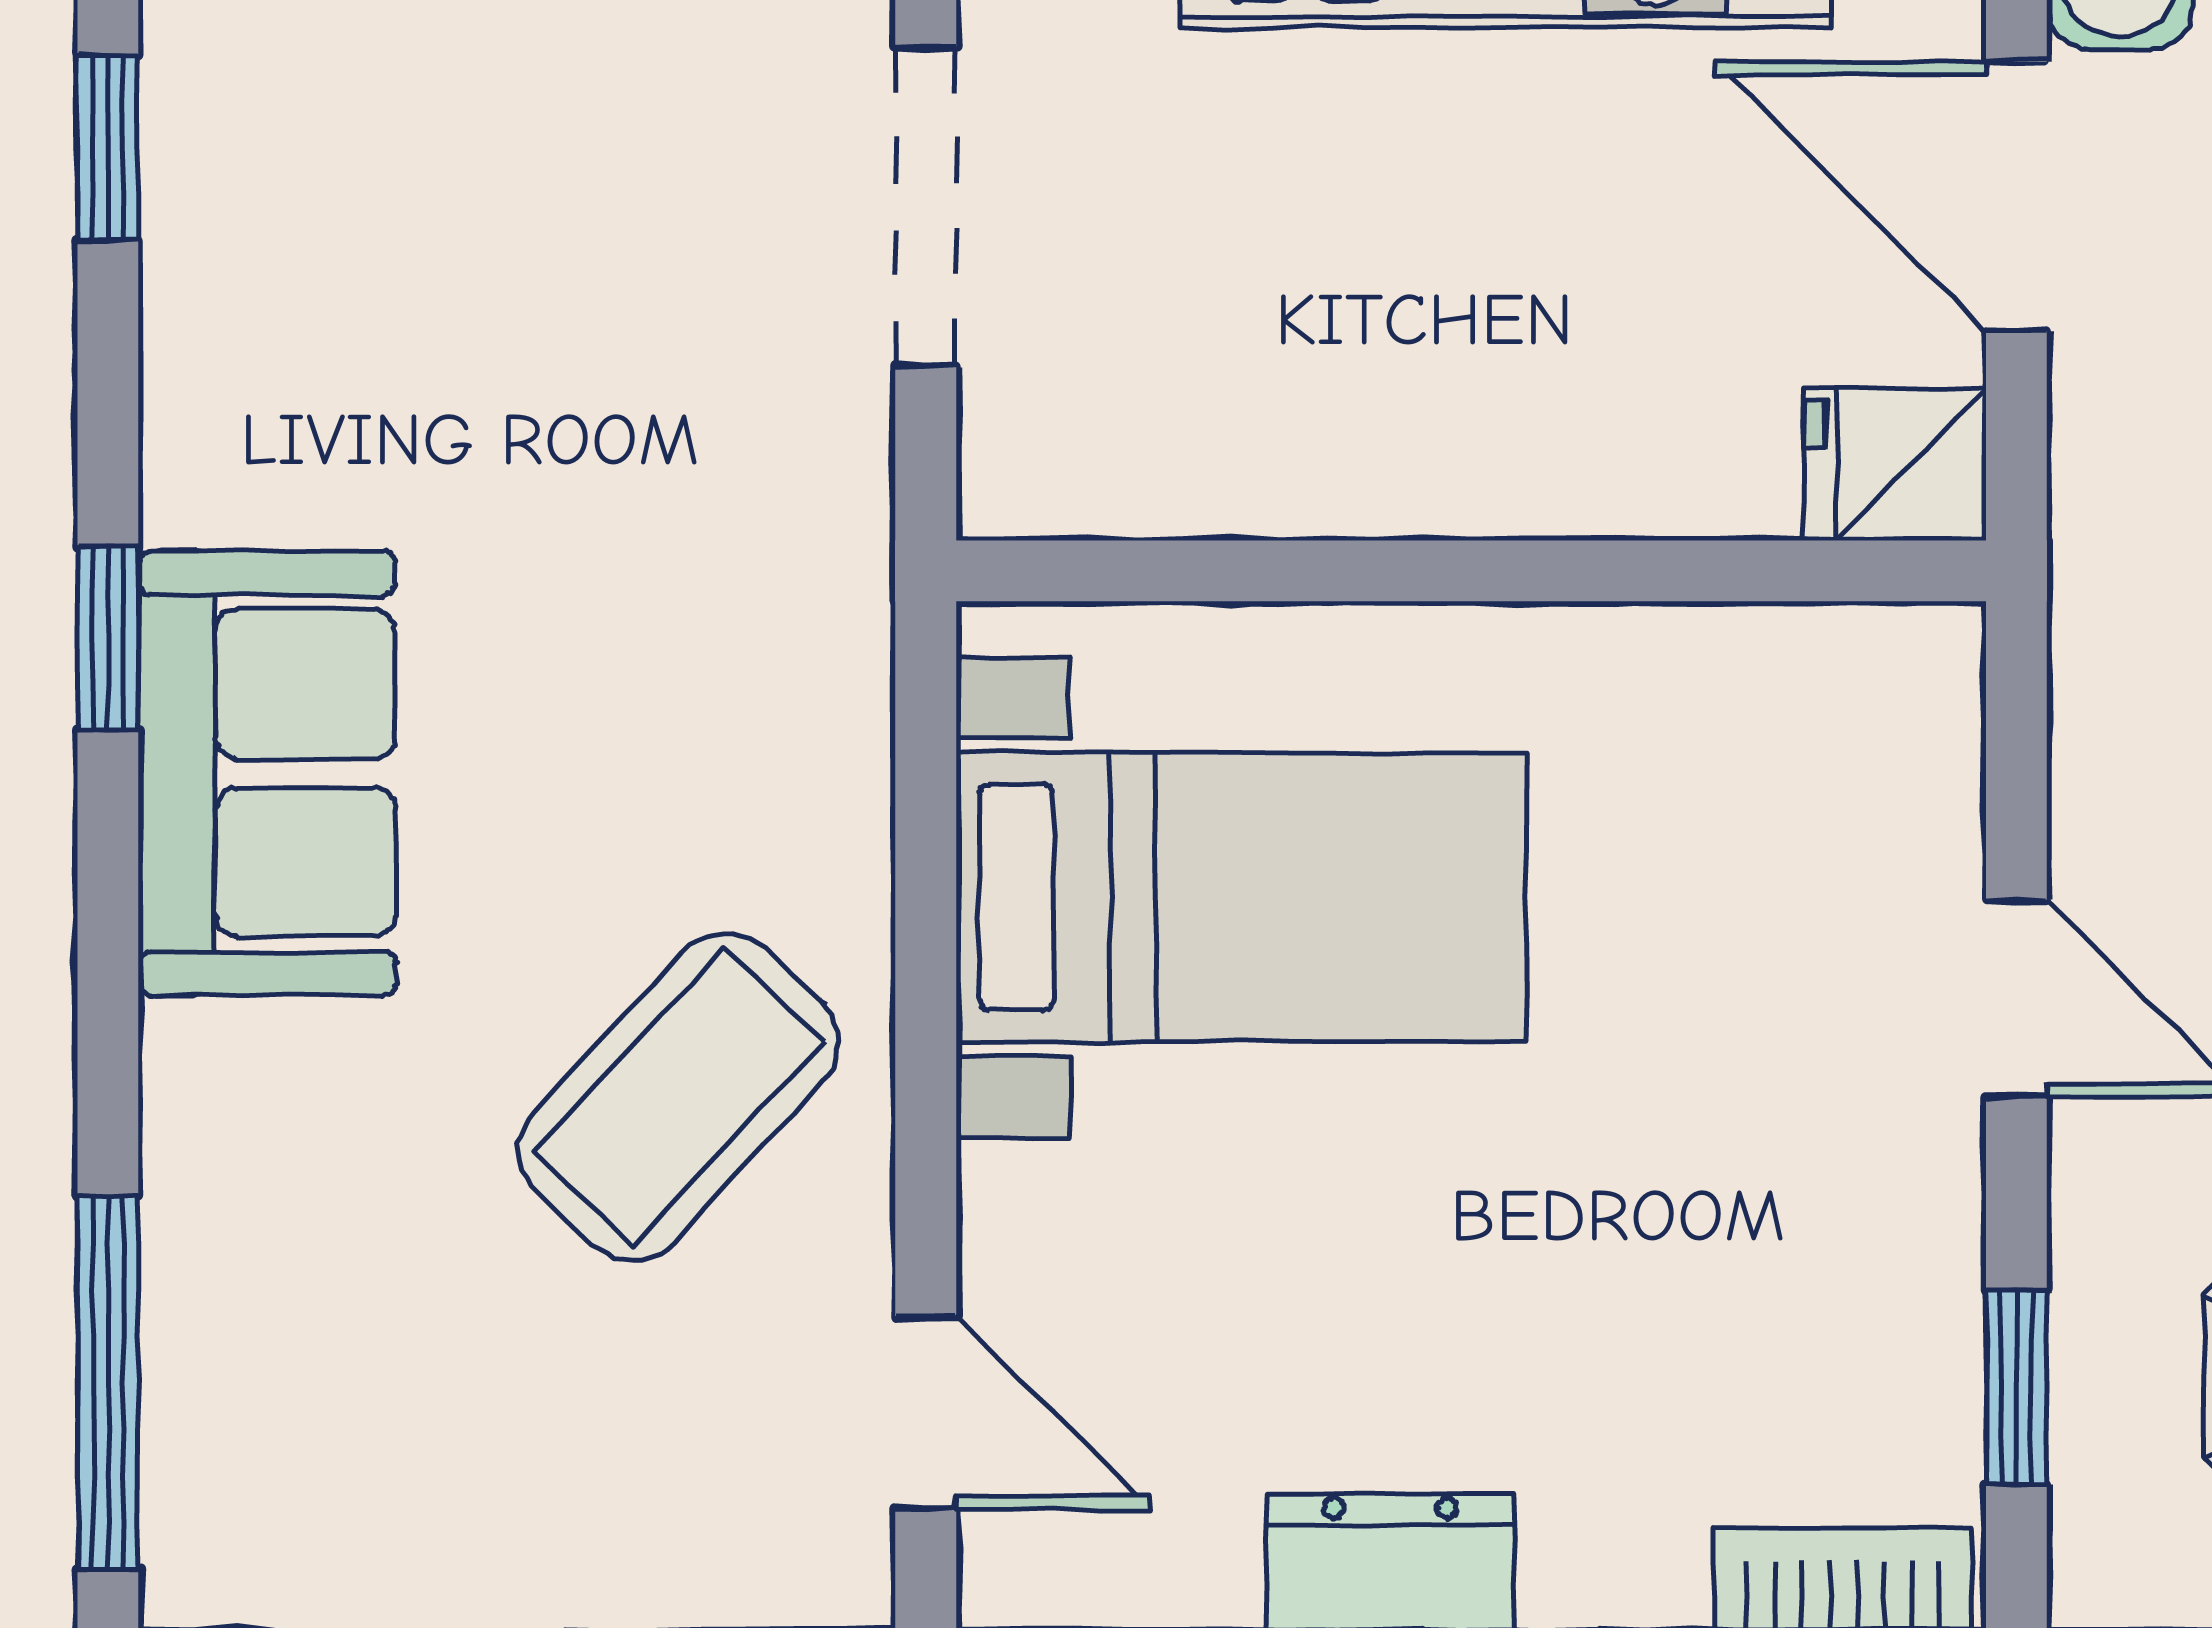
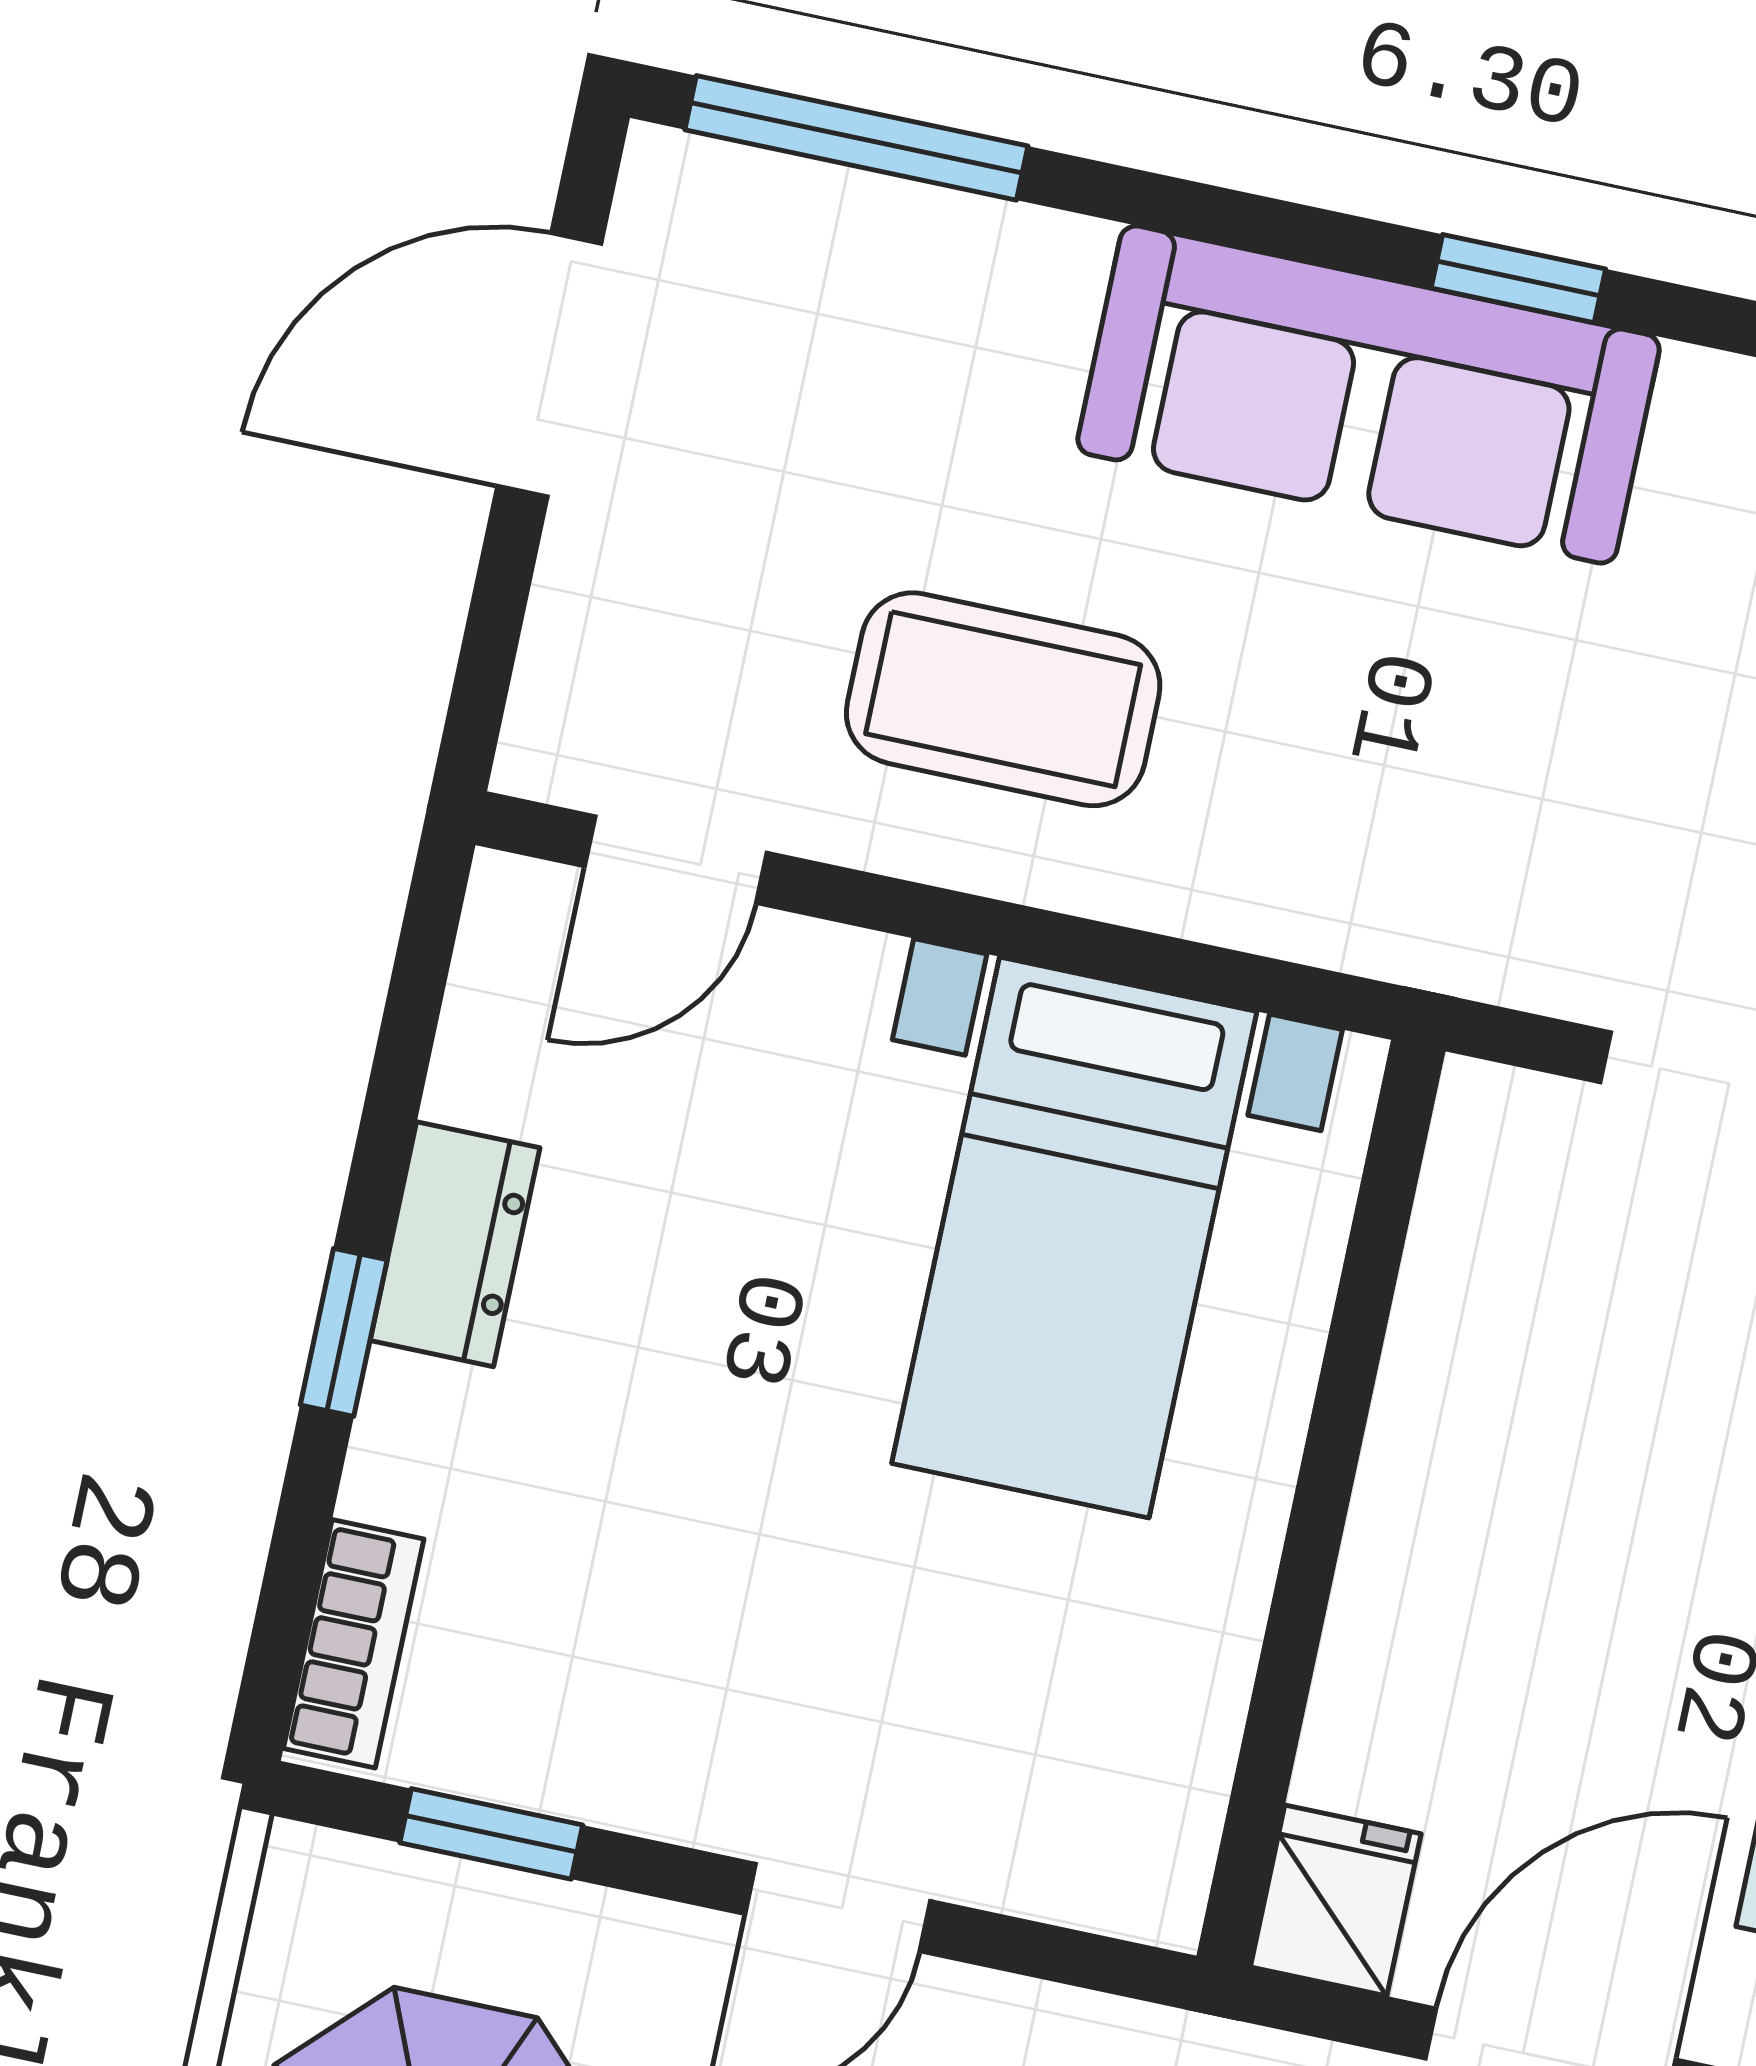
sofa: (267, 773) -> (1369, 395), width x1.36
coffee table: (678, 1097) -> (1003, 699), turned -43

